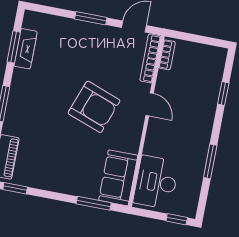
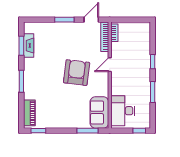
window: (223, 93) -> (153, 62), moved
door: (150, 104) -> (110, 65), swing flipped
armchair: (94, 107) -> (77, 73), turned -103

